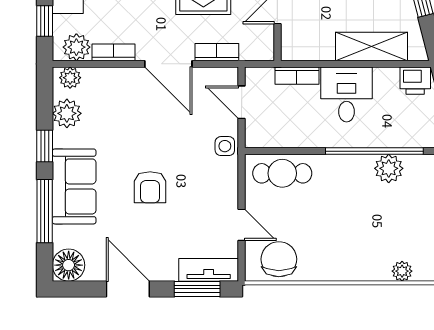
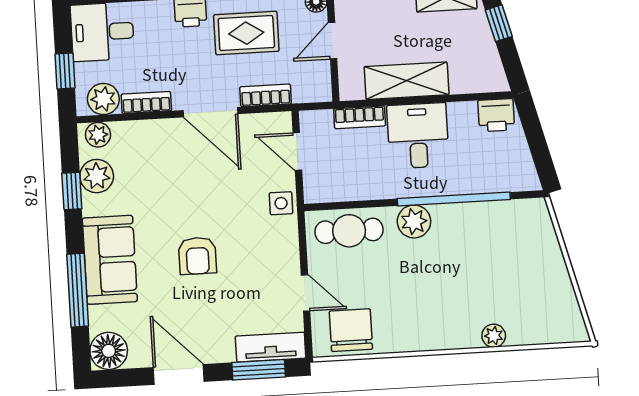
shelving: (372, 46) -> (407, 81), moved
window: (45, 146) -> (72, 191), moved
plant: (389, 168) -> (414, 221), moved

